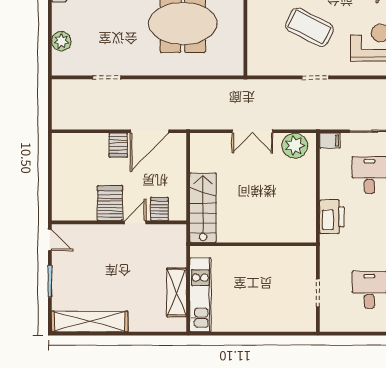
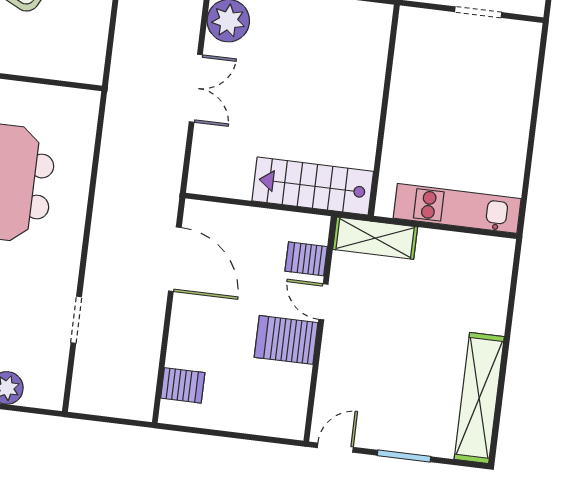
server rack: (118, 145) -> (183, 385), moved
shelving: (177, 292) -> (375, 238), moved

